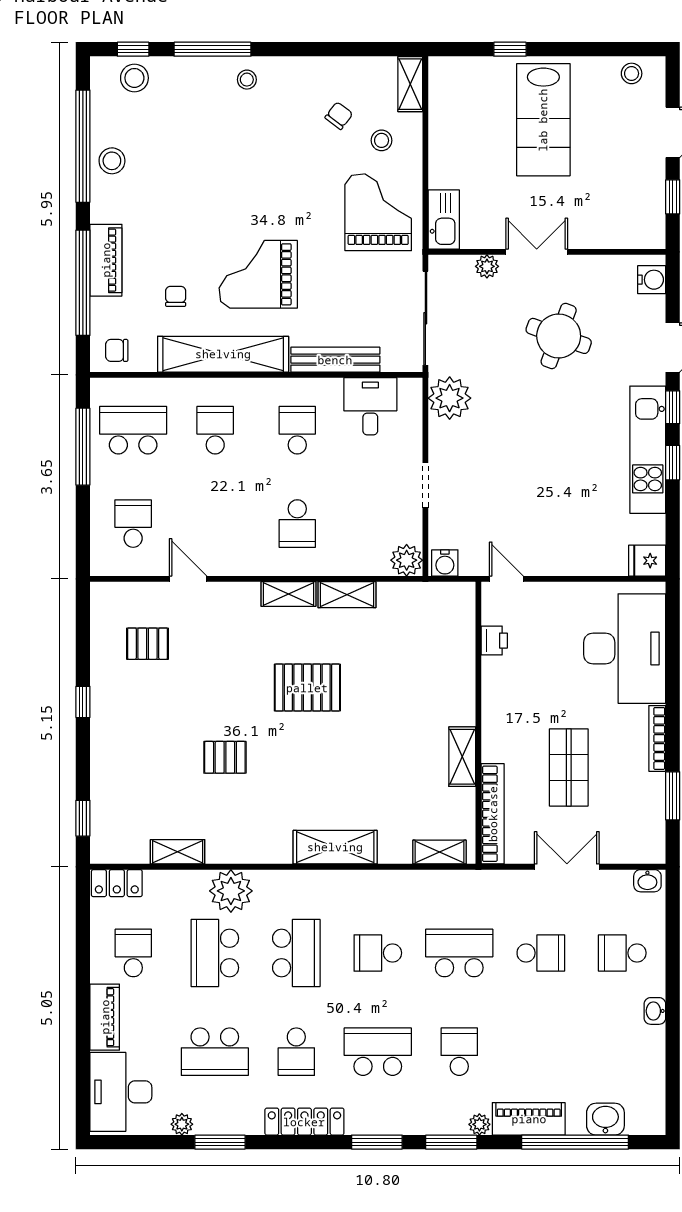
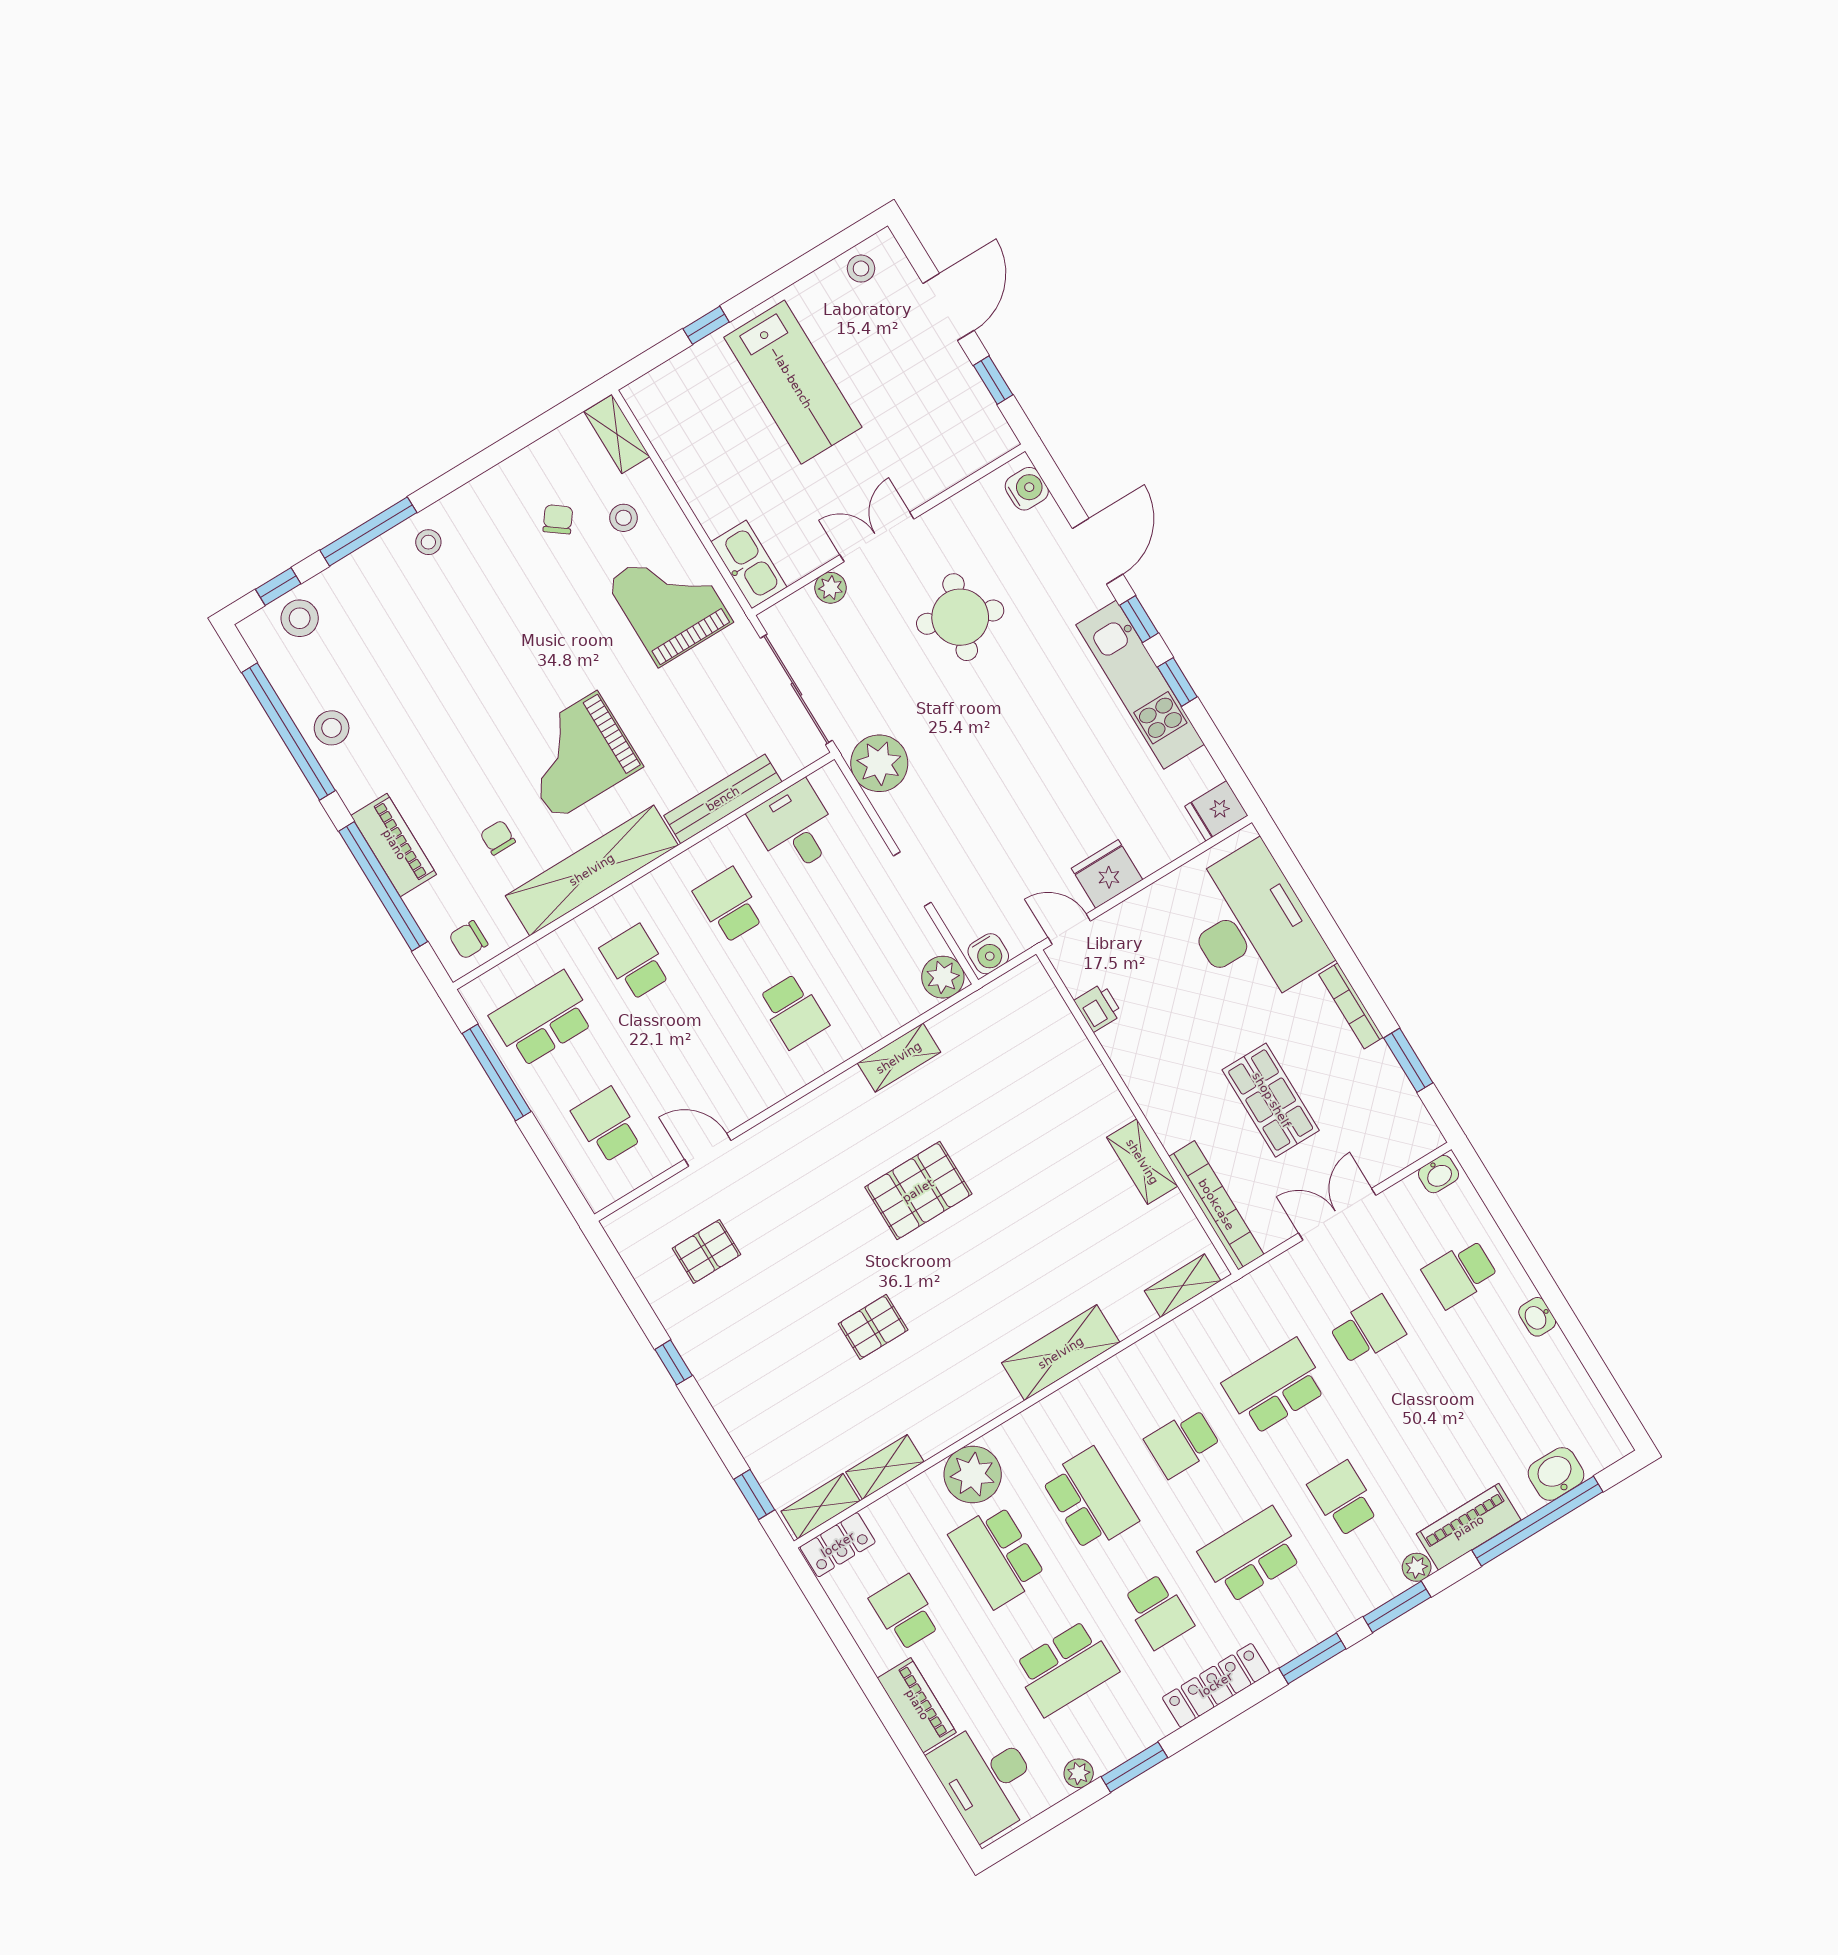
fridge: (552, 558) -> (1107, 874), added
shelving: (288, 594) -> (820, 1506), moved

